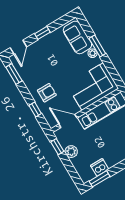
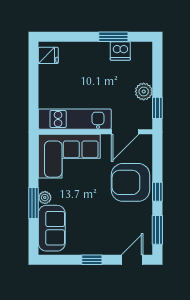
armchair: (47, 93) -> (130, 182), width x1.88, depth x1.88
window: (35, 110) -> (157, 192), moved
door: (68, 121) -> (125, 132), hinge flipped
window: (100, 179) -> (113, 37), moved

